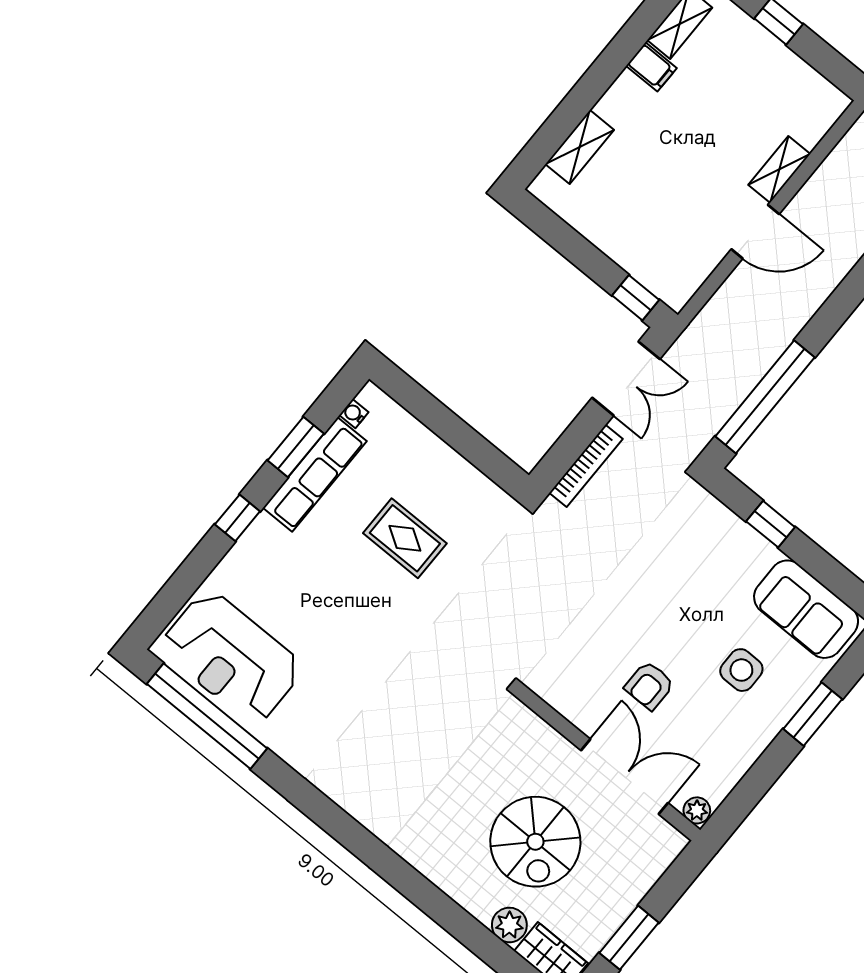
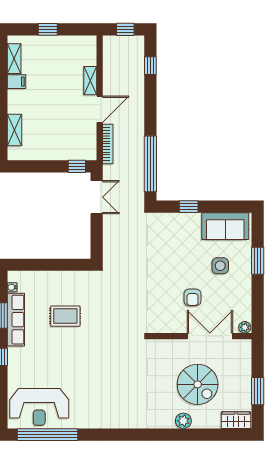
bookcase: (586, 466) -> (108, 144), moved
plant: (509, 925) -> (183, 421), moved

